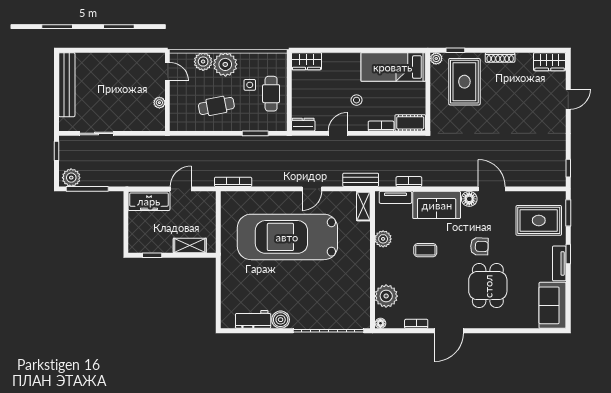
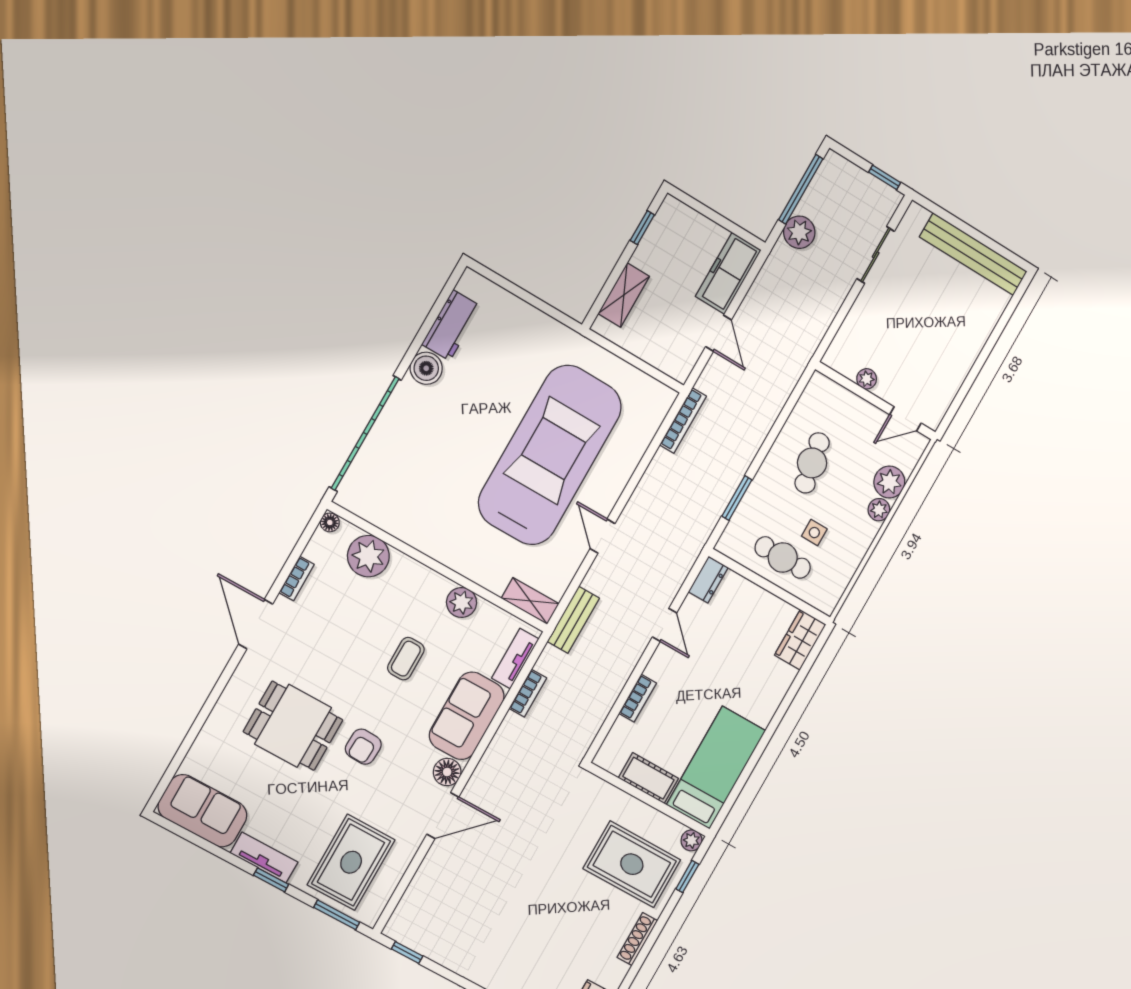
plant: (225, 64) -> (879, 510), width x0.53, depth x0.53
stool: (357, 100) -> (699, 683), removed
cot: (410, 123) -> (648, 778), moved, turned 90
plant: (71, 178) -> (799, 232), moved

